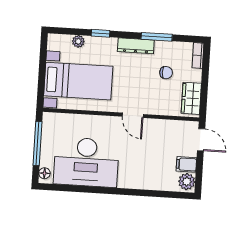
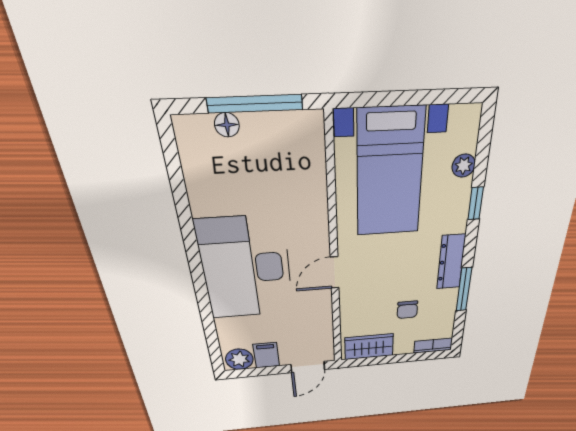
desk: (86, 162) -> (246, 268), moved
floor lamp: (44, 173) -> (227, 125), moved

